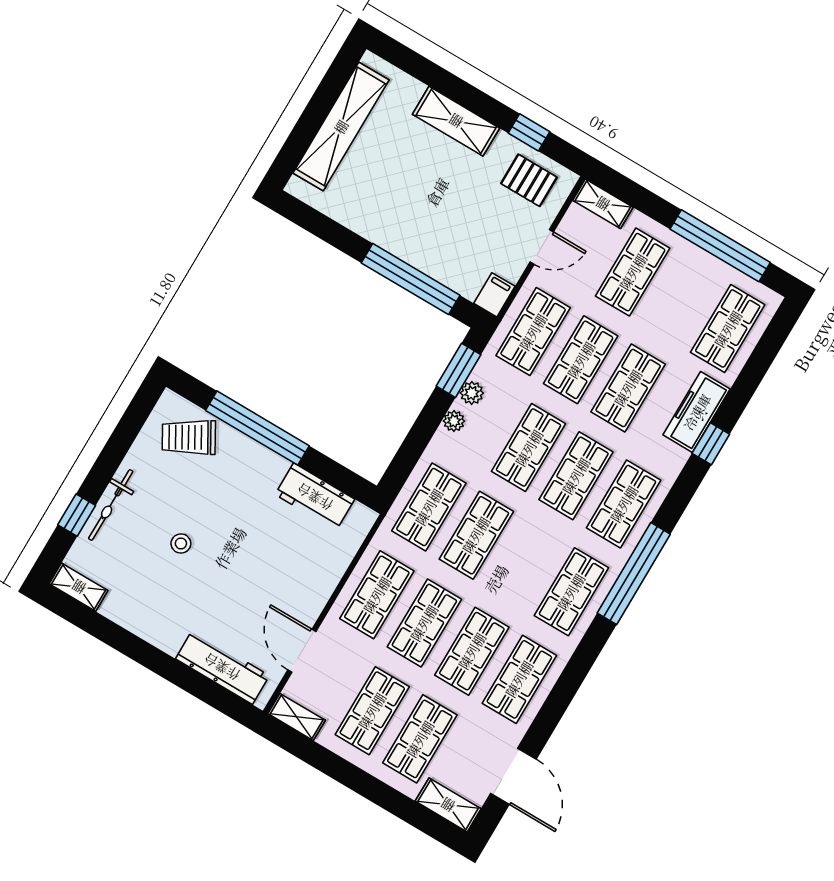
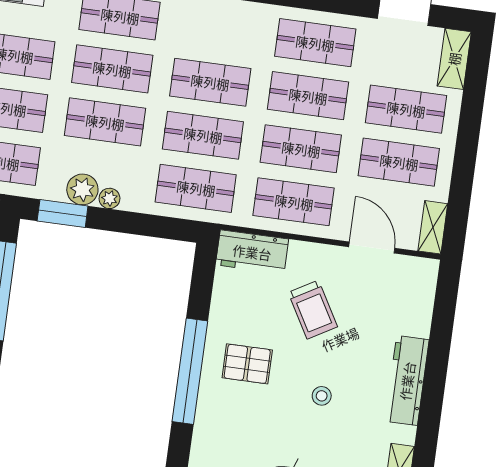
plant: (472, 393) -> (82, 189), width x1.38, depth x1.38
trolley: (189, 437) -> (313, 310), moved
pallet: (241, 486) -> (247, 364), added
workbench: (315, 497) -> (252, 252), moved, turned 90
shop shelf: (571, 592) -> (210, 82), moved
door: (302, 651) -> (372, 248), swing flipped
workbench: (222, 667) -> (407, 381), moved

